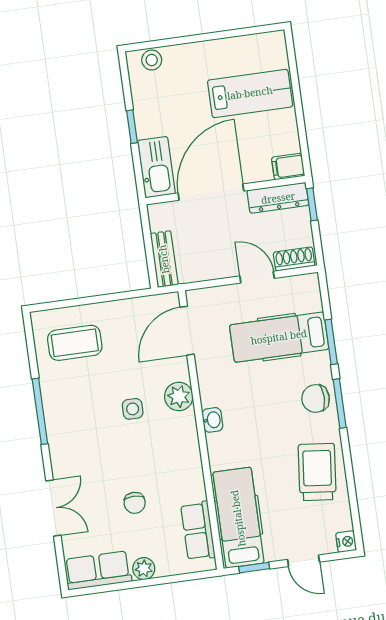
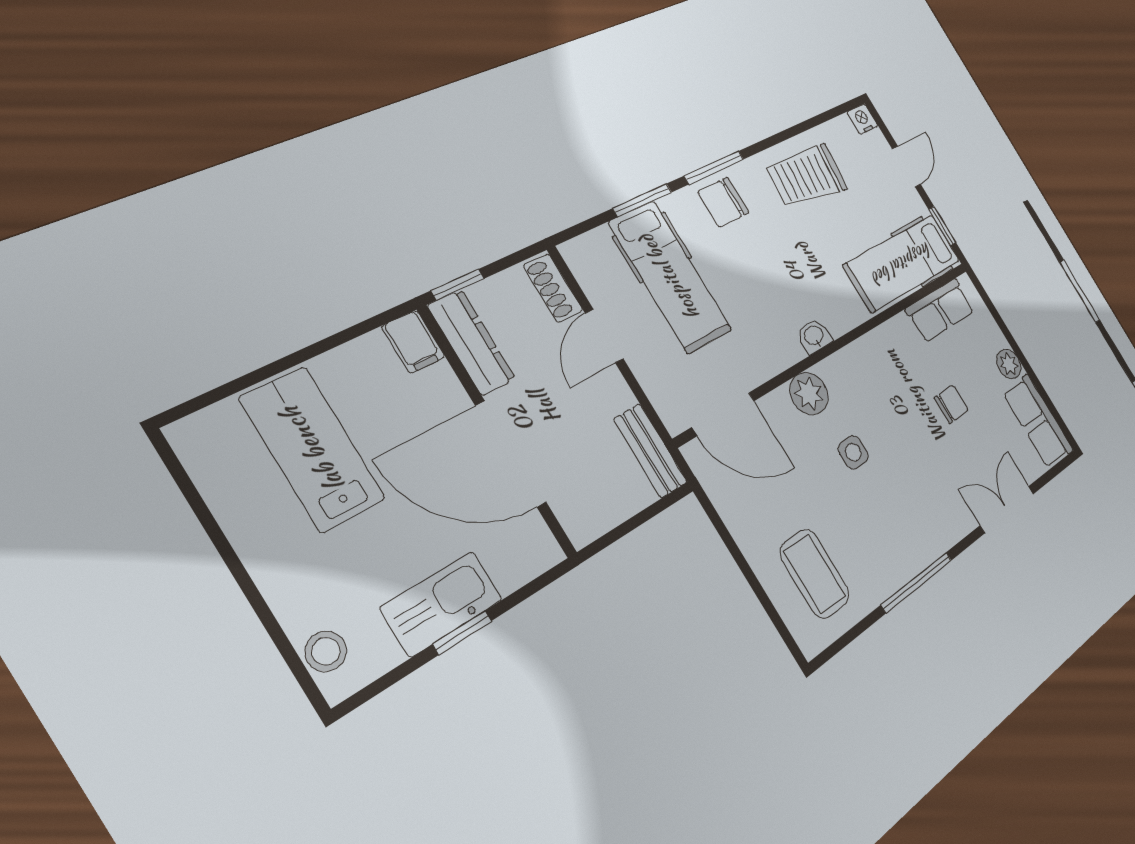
kitchen sink: (156, 167) -> (442, 604), moved
bench: (164, 259) -> (650, 451), moved, turned 90
chair: (316, 398) -> (723, 202), turned 90

